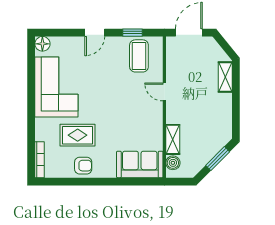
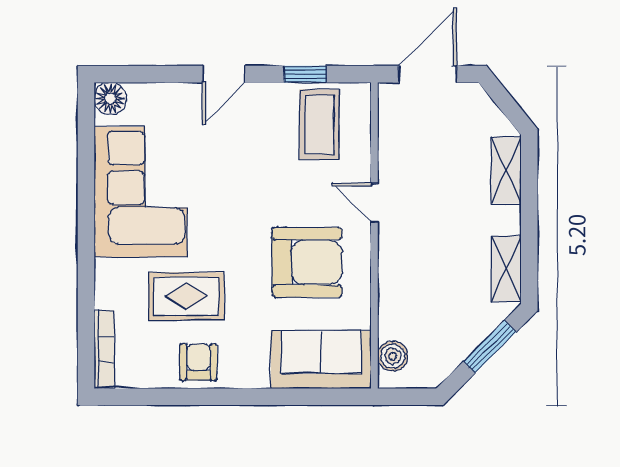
armchair: (133, 119) -> (307, 262), added
shelving: (173, 139) -> (506, 269), moved
armchair: (83, 166) -> (198, 362), turned -90

